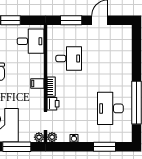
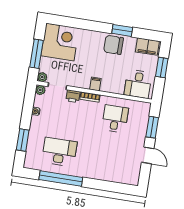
desk: (69, 58) -> (115, 119), turned 180

